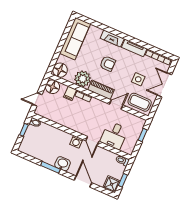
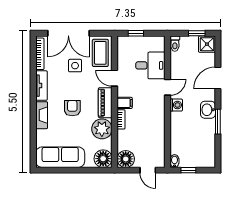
double door: (164, 85) -> (68, 33), width x1.37
filing cabinet: (70, 93) -> (125, 103), moved

